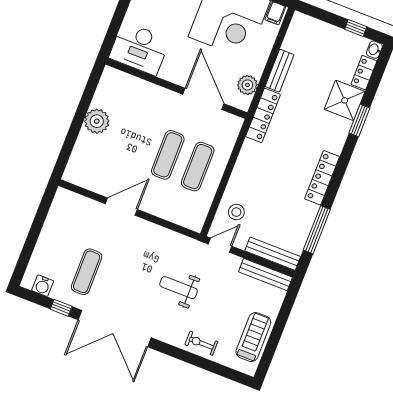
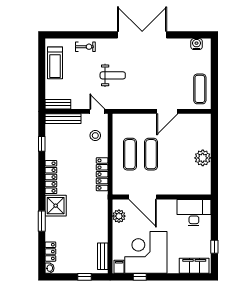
window: (356, 28) -> (84, 277), moved
bench: (280, 71) -> (103, 256), moved
shower: (345, 100) -> (56, 206), moved
locker: (263, 115) -> (102, 174), moved
window: (317, 230) -> (42, 144), width x0.46
door: (220, 245) -> (97, 111), swing flipped
exercise mat: (87, 272) -> (200, 89), moved
bench: (265, 275) -> (58, 104), width x0.73
window: (61, 308) -> (180, 35), removed

